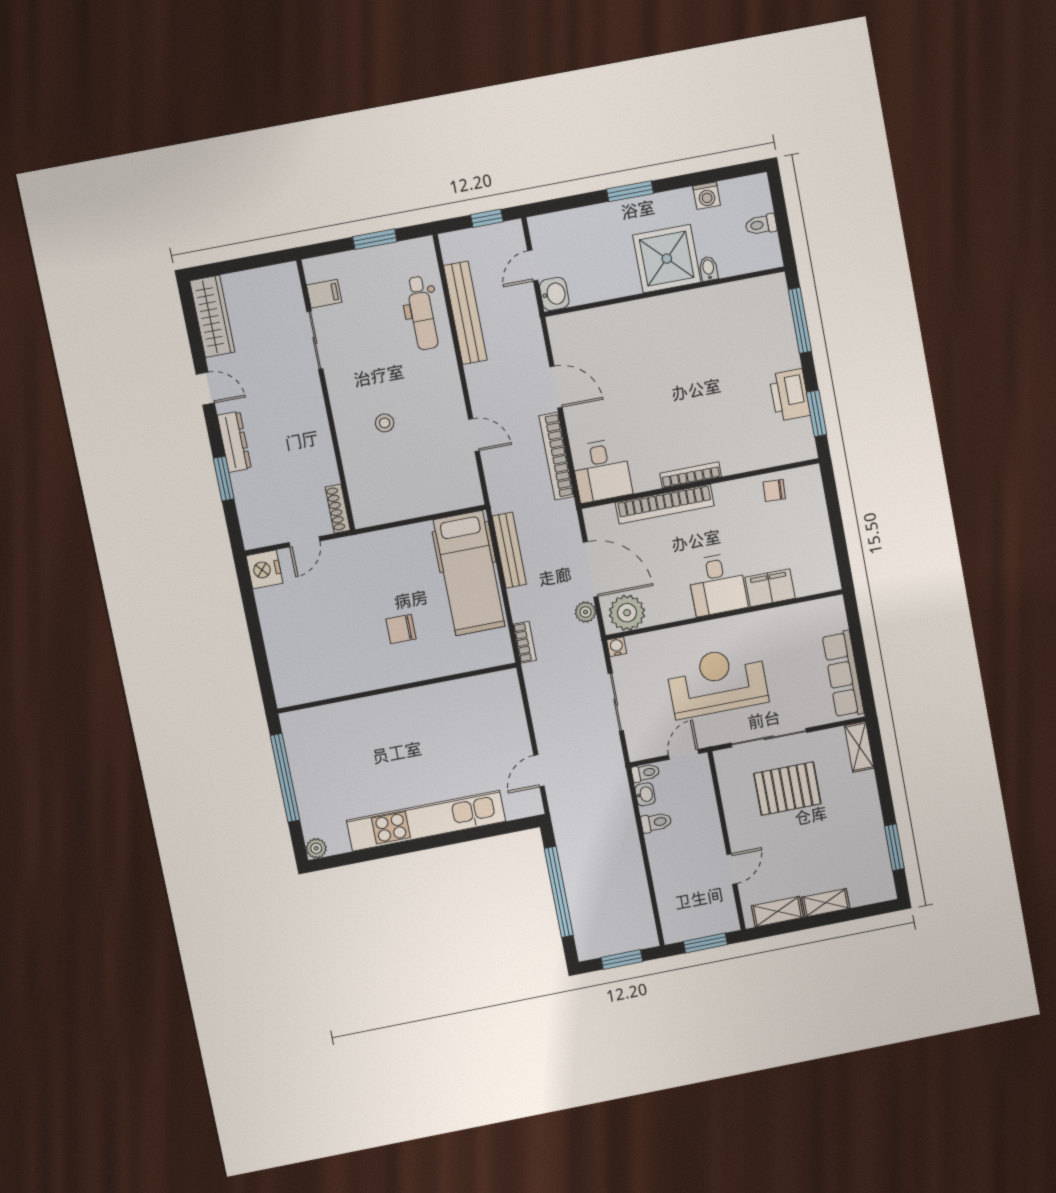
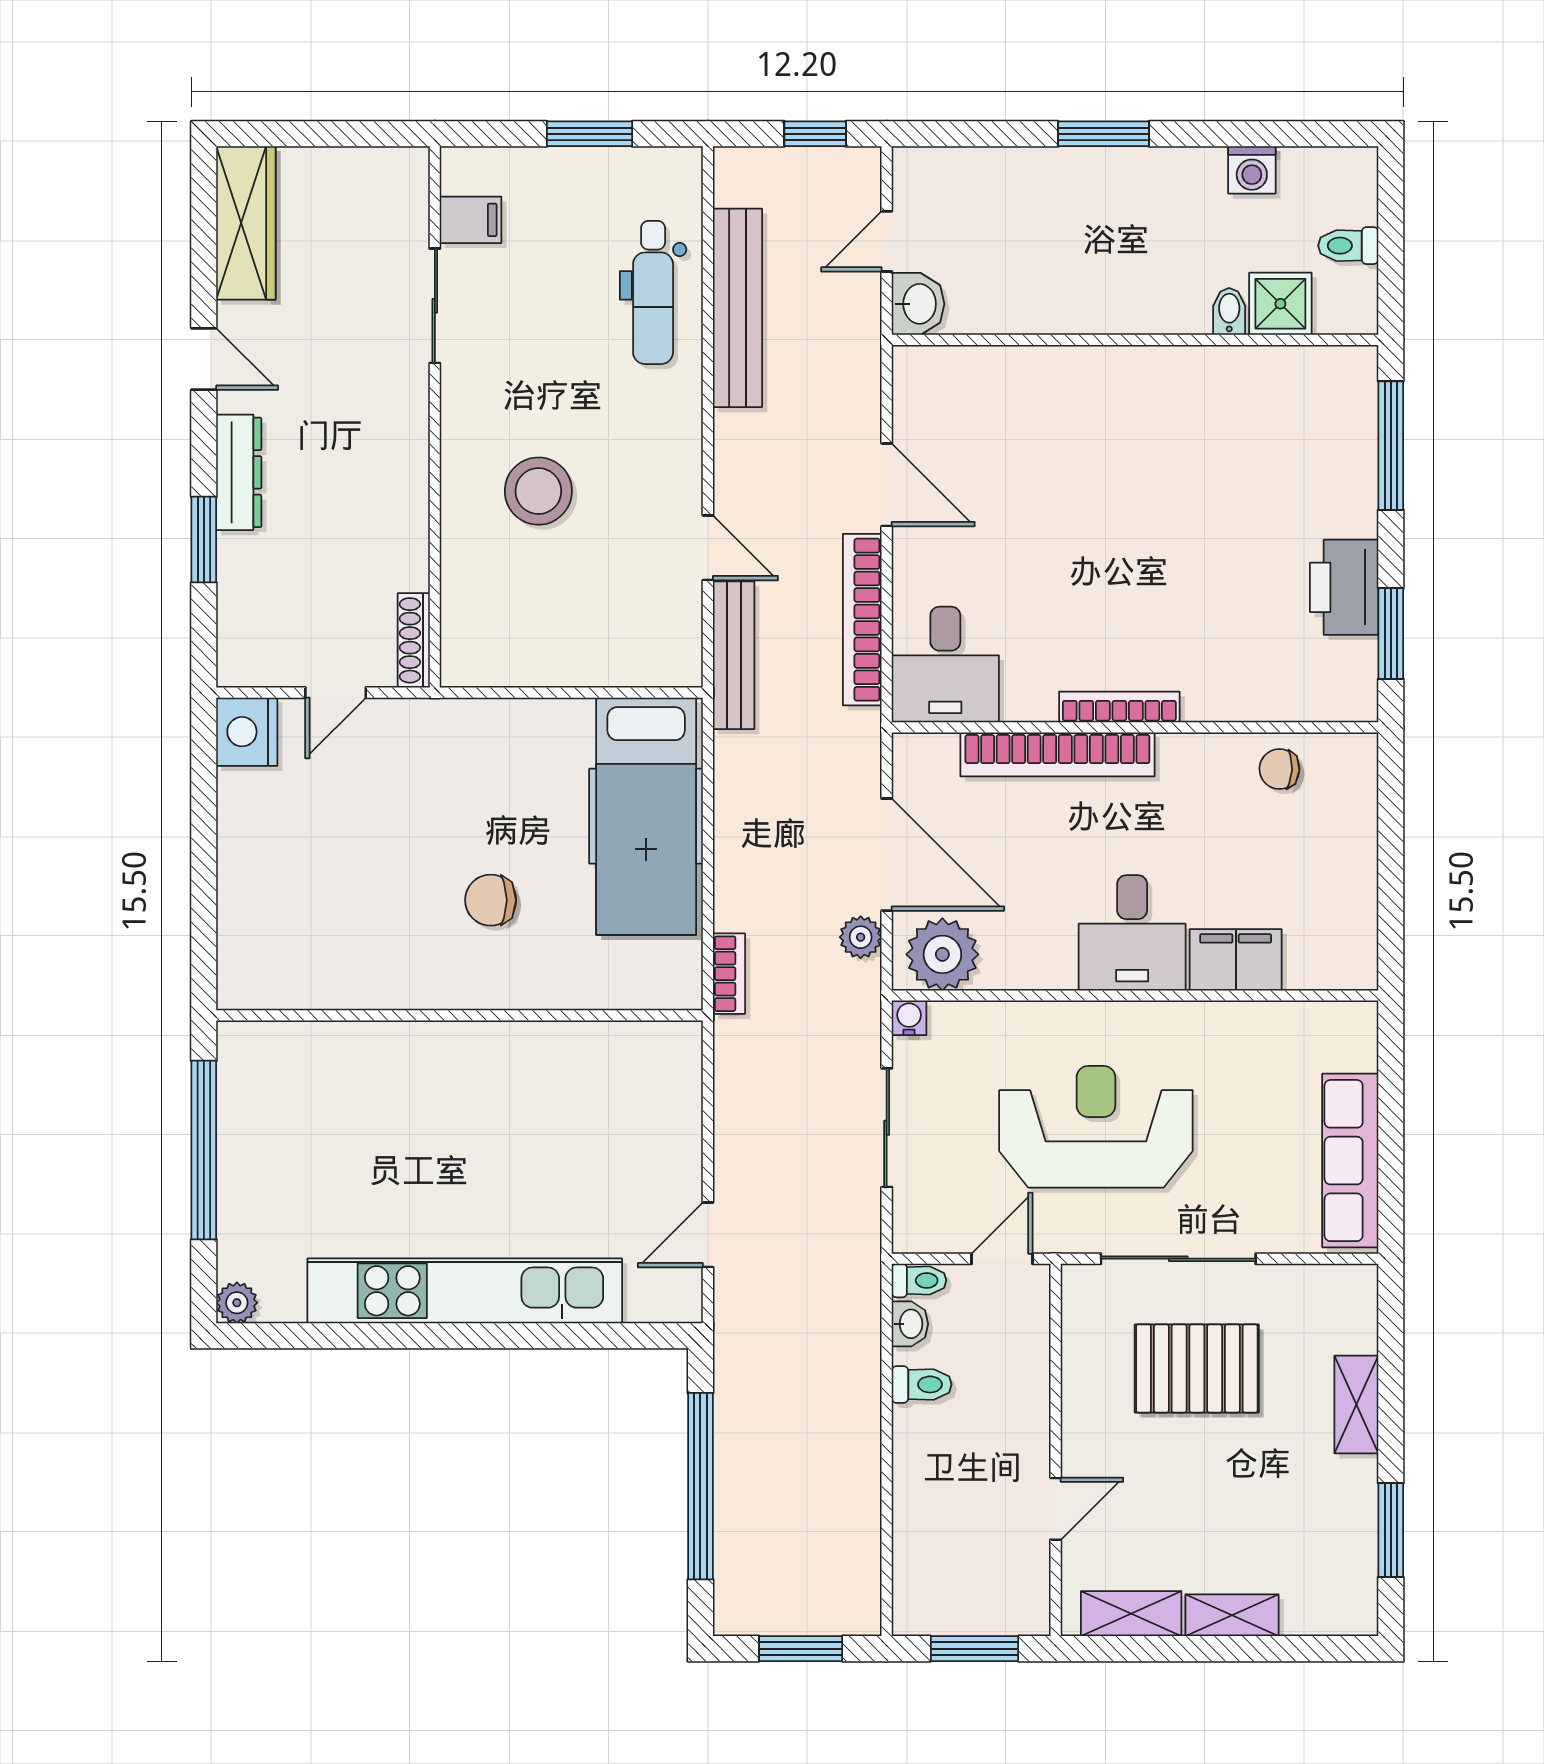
shower: (667, 259) -> (1280, 304), moved, width x0.54, depth x0.54
stool: (385, 423) -> (538, 491), width x1.89, depth x1.89
bench: (509, 550) -> (734, 655), moved
shelving: (859, 747) -> (1356, 1405), moved

